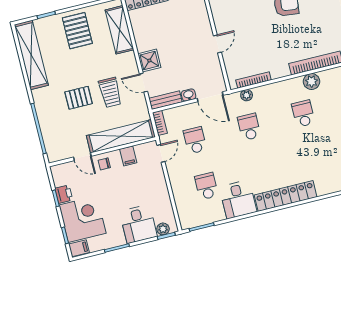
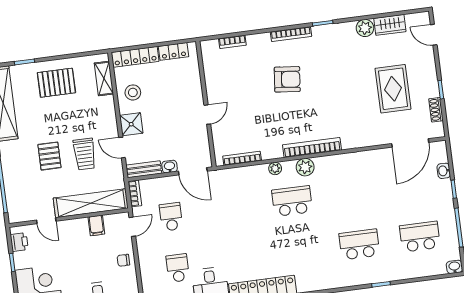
shelving: (119, 30) -> (104, 78), width x0.67, depth x0.75
pallet: (77, 31) -> (56, 83), turned 90
stool: (148, 32) -> (133, 92), added
plant: (247, 95) -> (275, 168), moved
pallet: (79, 98) -> (49, 156), turned 90
school desk: (303, 114) -> (292, 201), width x1.85
school desk: (249, 127) -> (232, 209), removed
chair: (104, 164) -> (123, 260), moved
printer: (64, 194) -> (19, 242), moved

